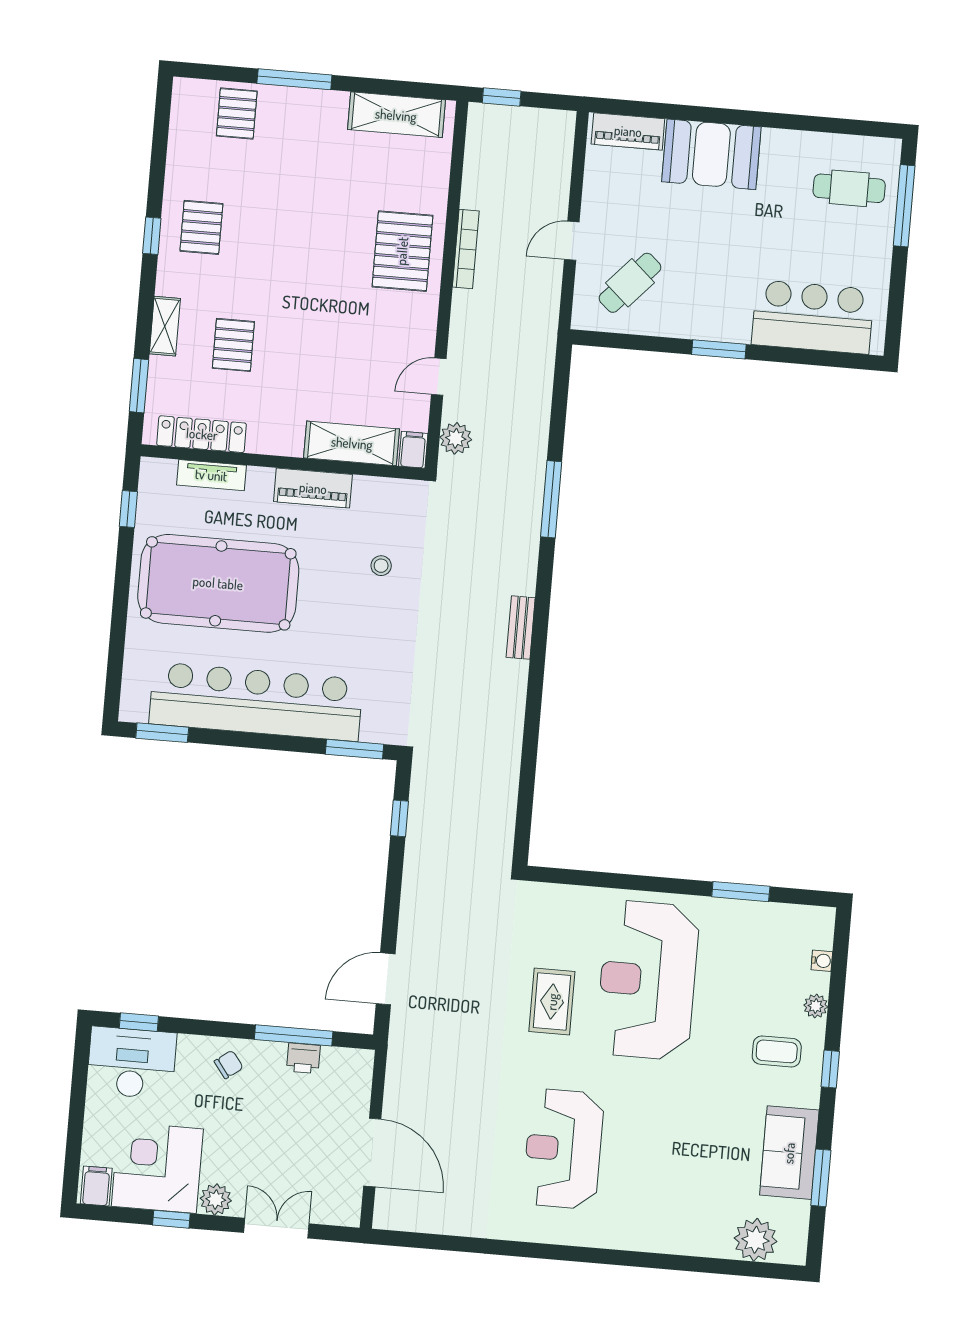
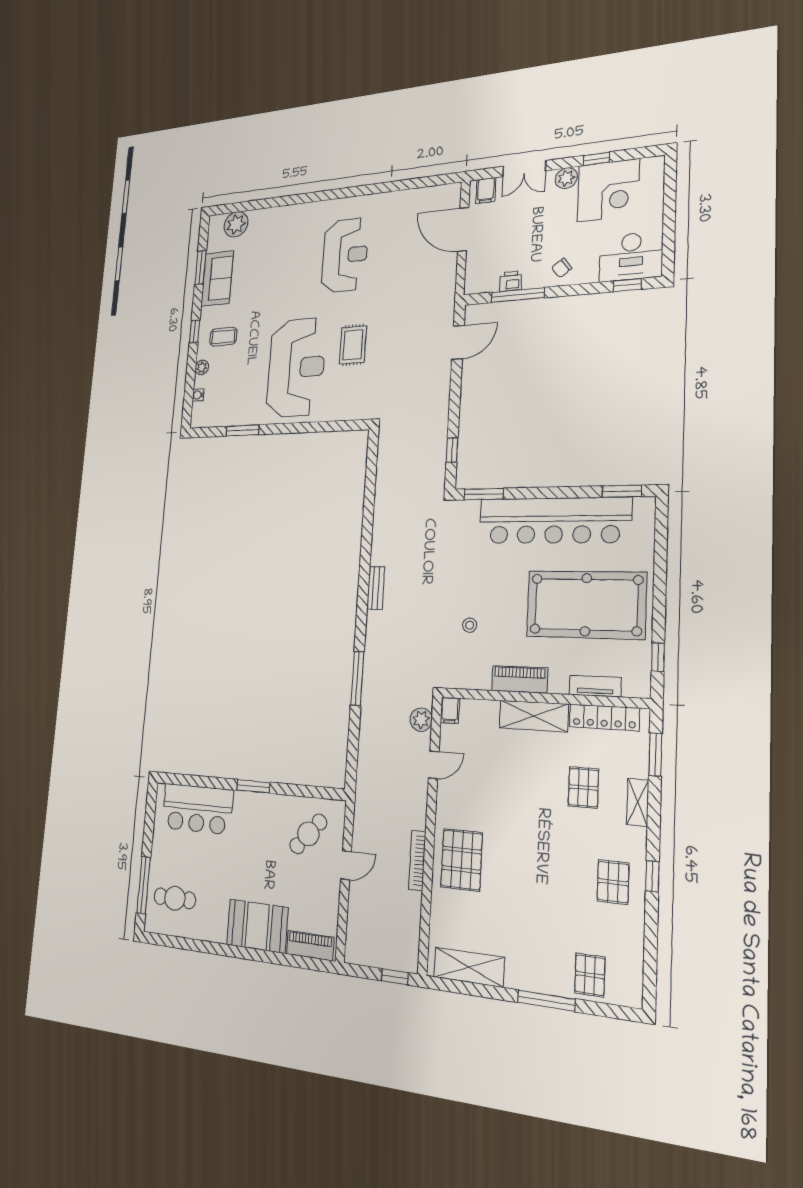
shelving: (352, 443) -> (534, 716), moved
filing cabinet: (96, 1186) -> (486, 191), moved

